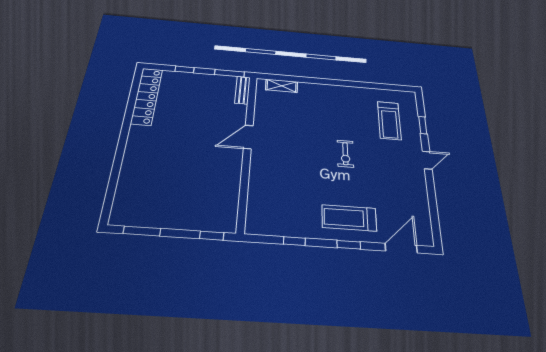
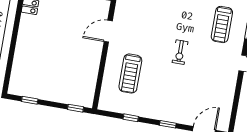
treadmill: (349, 218) -> (130, 74), moved, turned -90
window: (142, 231) -> (30, 100), width x0.67

